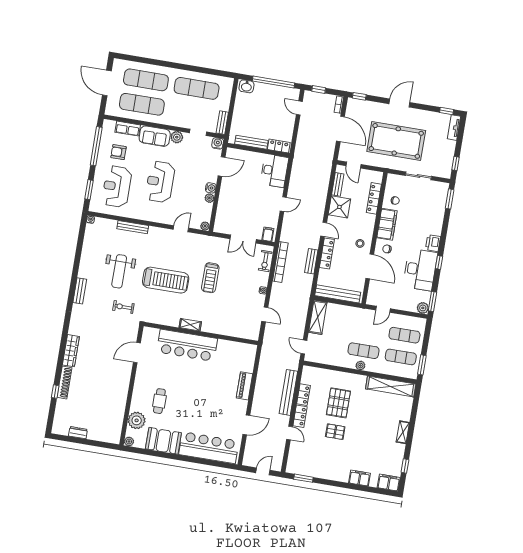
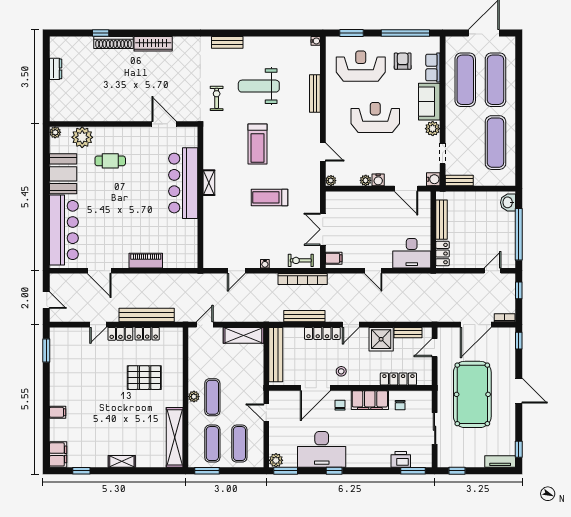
printer: (433, 243) -> (401, 459), moved
bench: (311, 261) -> (304, 316), width x1.36
treadmill: (166, 280) -> (258, 144), width x0.73, depth x0.73
pallet: (335, 432) -> (109, 379), removed
filing cabinet: (360, 478) -> (58, 412), width x0.50

